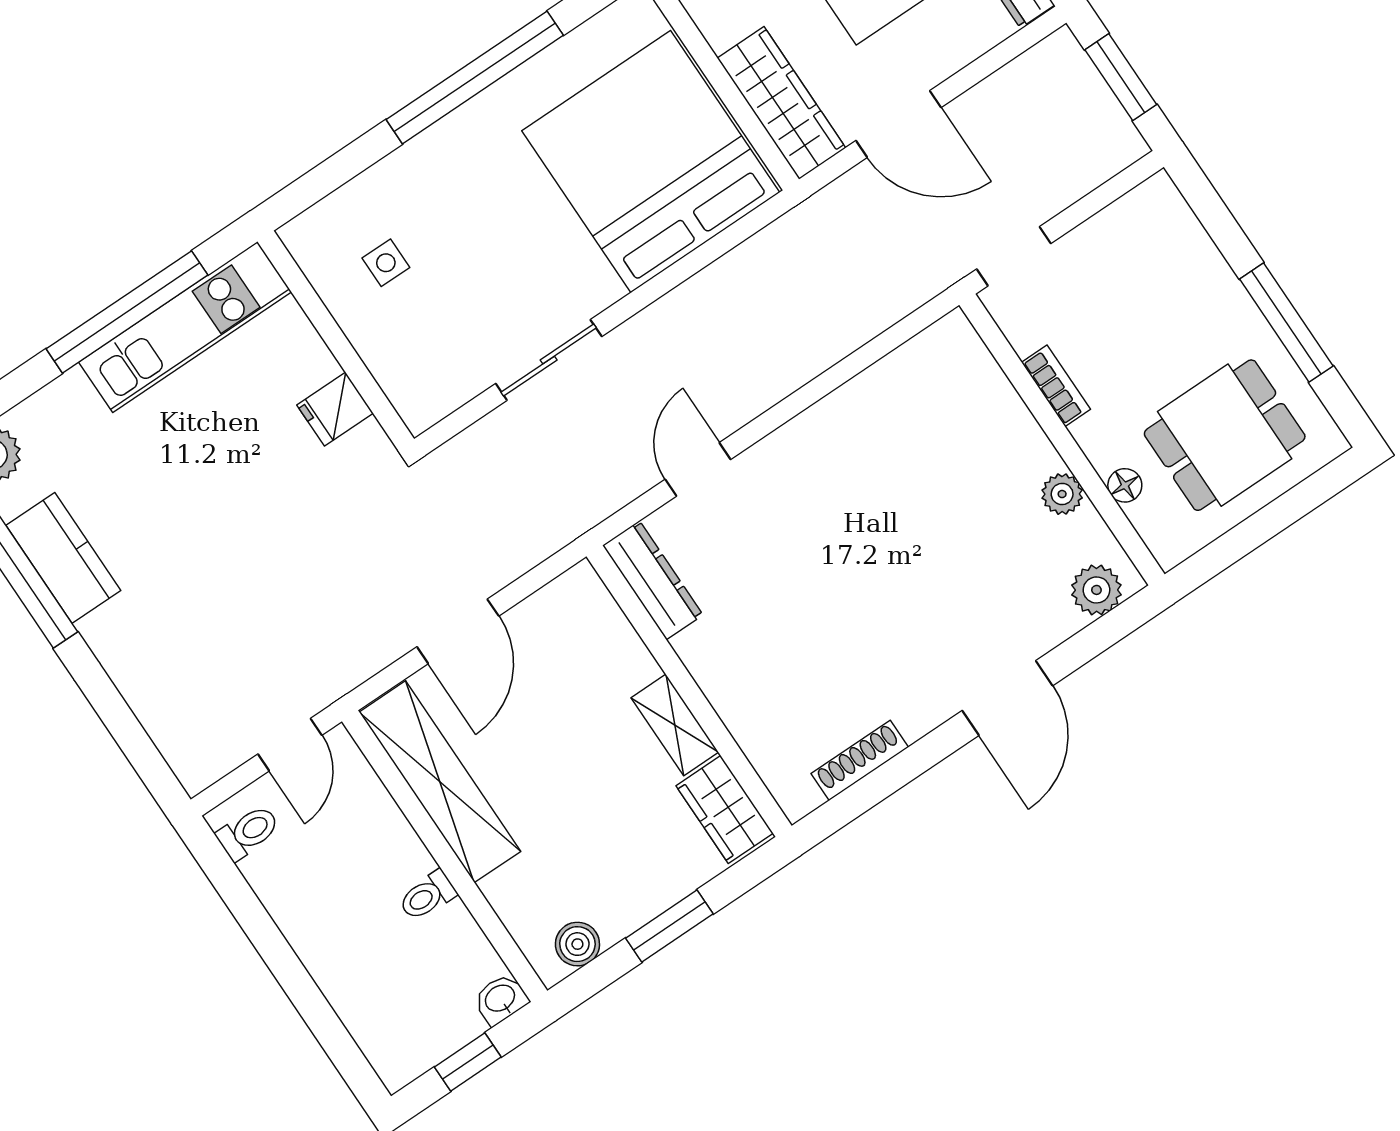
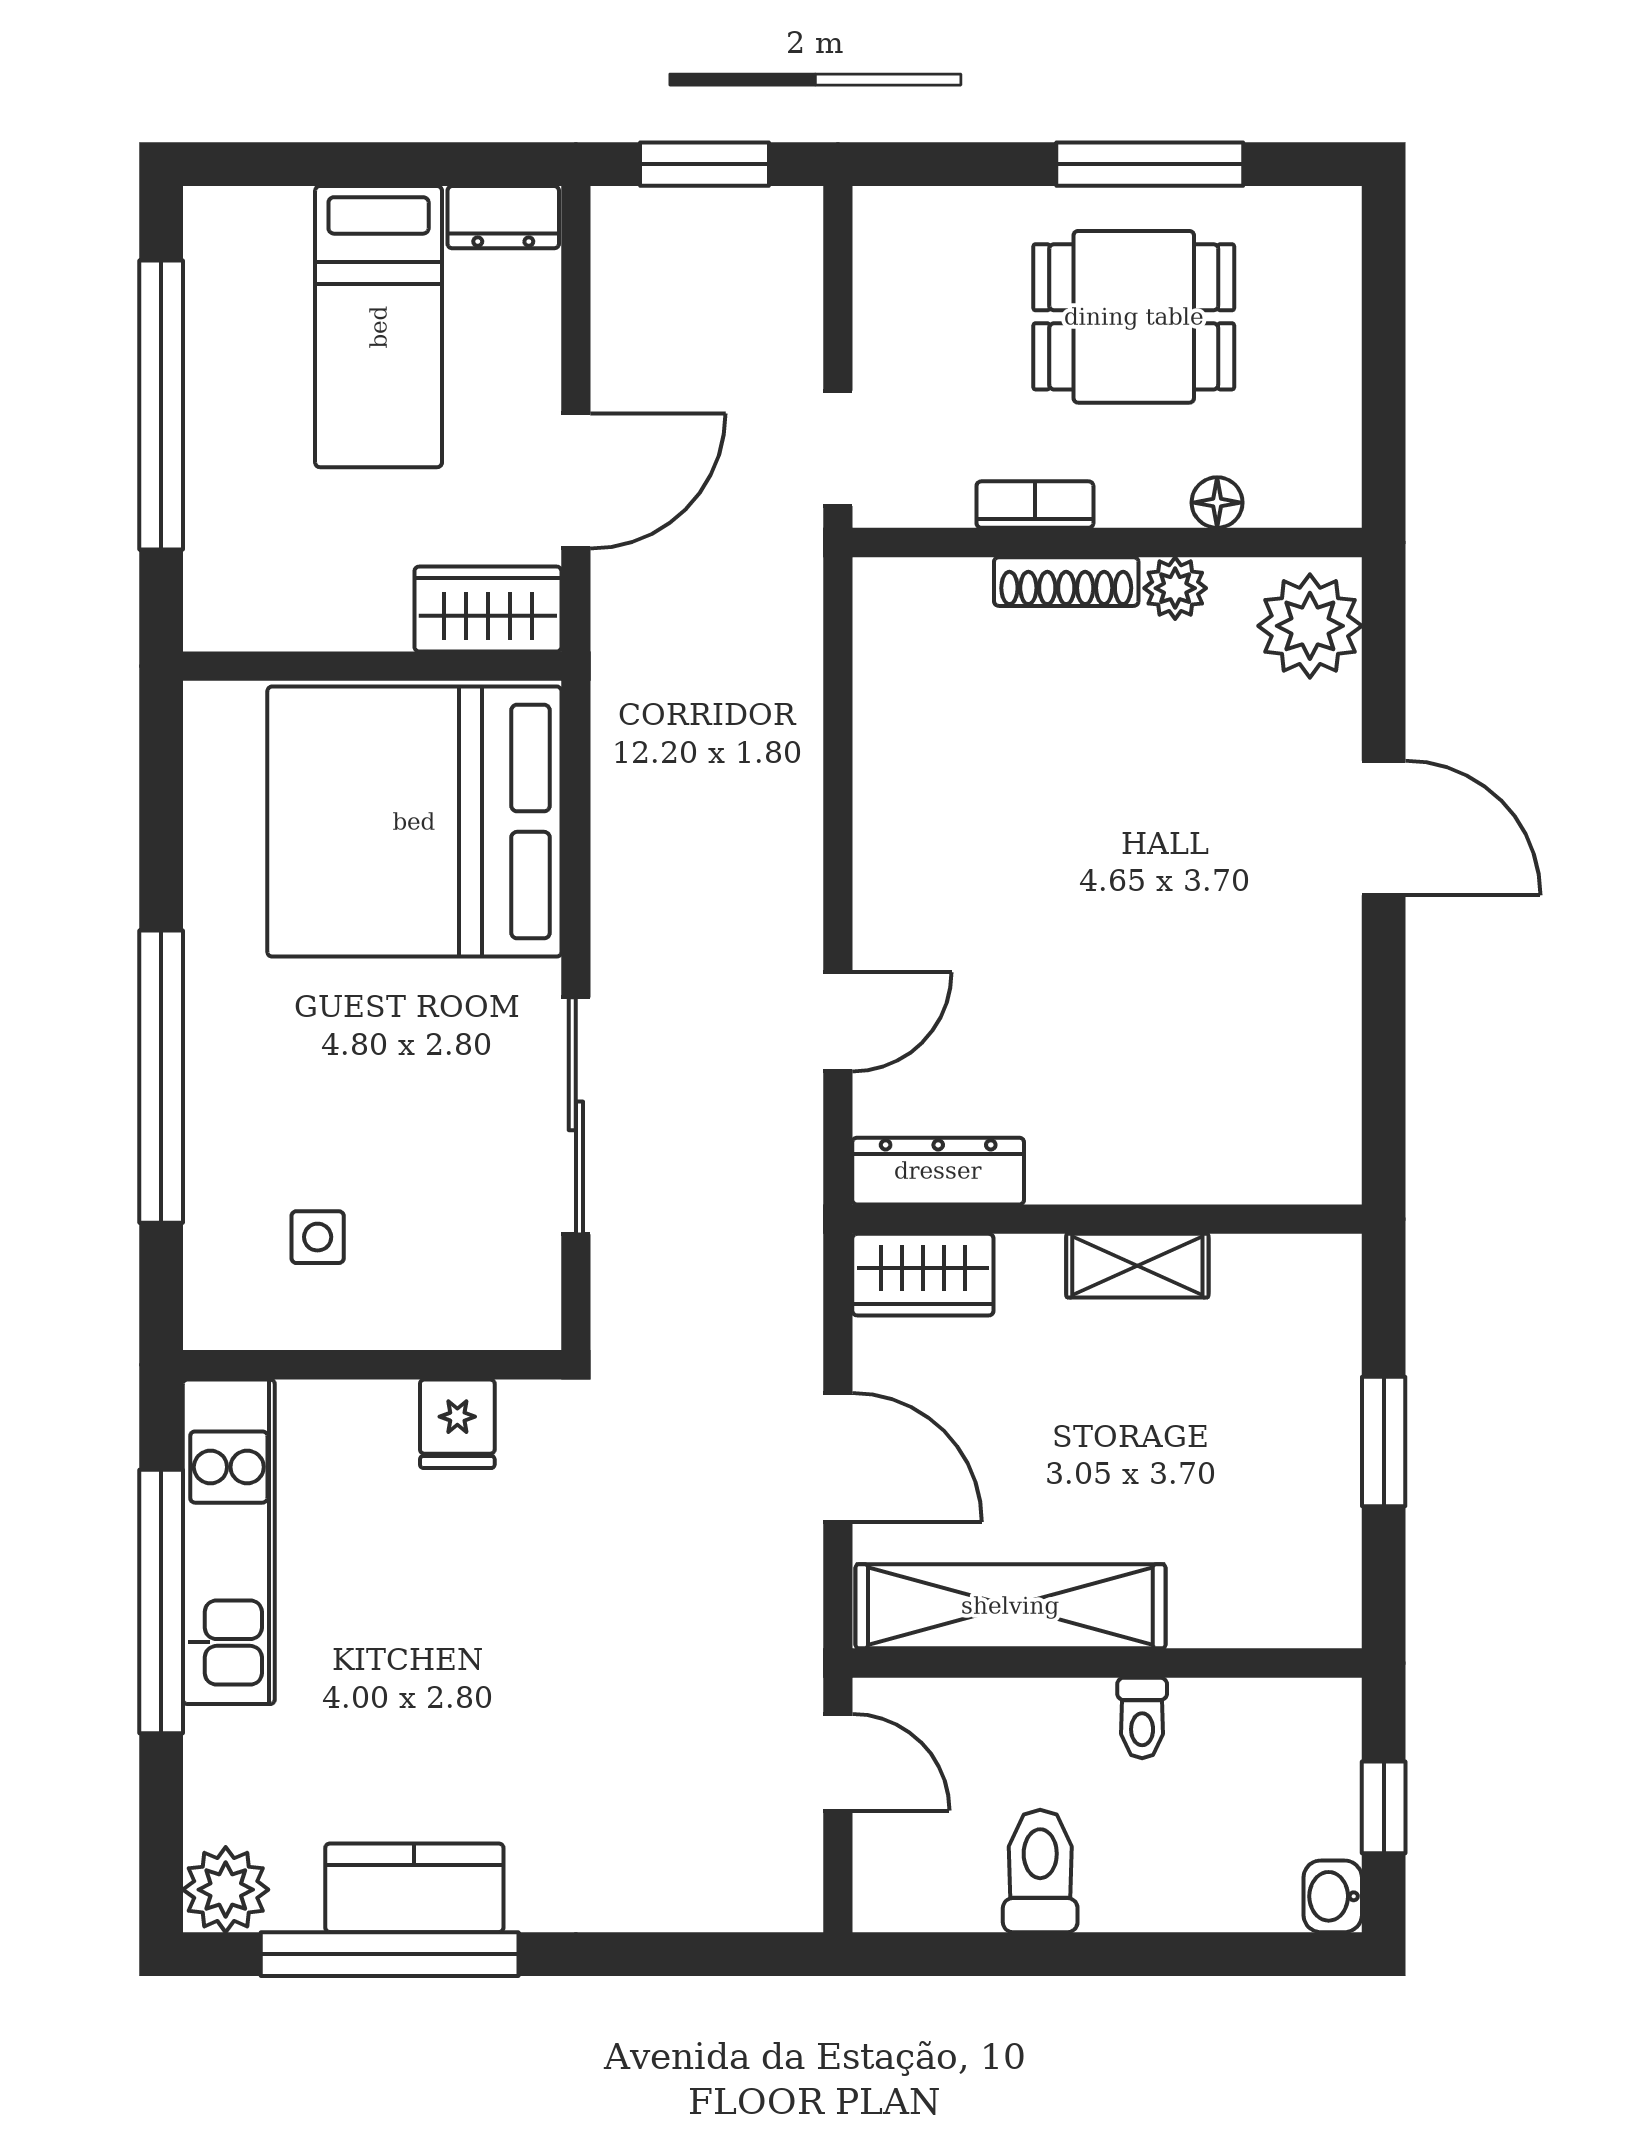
window: (475, 77) -> (161, 1077), moved
wardrobe: (782, 103) -> (488, 609), width x0.67
sliding door: (549, 360) -> (576, 1116), width x1.37
dining table: (1225, 435) -> (1134, 317), moved, turned 90
door: (698, 469) -> (838, 1022), swing flipped
plant: (1096, 590) -> (1310, 626), width x1.36, depth x1.36
shoe rack: (860, 760) -> (1066, 582), moved, turned -90
wardrobe: (725, 809) -> (923, 1275), moved
toilet: (248, 832) -> (1040, 1871), moved, width x1.37, depth x1.39
boiler: (577, 944) -> (1329, 1571), removed
washbasin: (501, 999) -> (1333, 1896), moved

